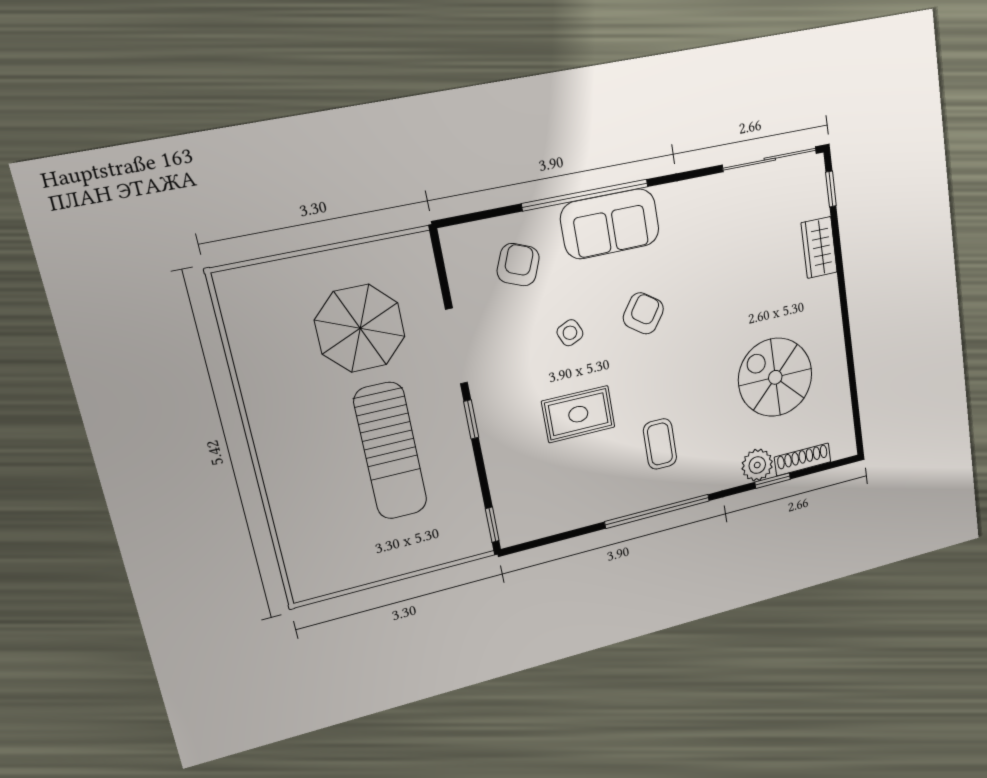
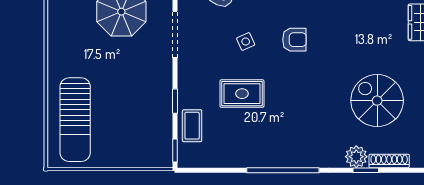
armchair: (643, 313) -> (294, 40), turned 55
window: (471, 419) -> (175, 101), moved
coffee table: (660, 444) -> (192, 126), moved
sun lounger: (391, 451) -> (75, 120), moved

